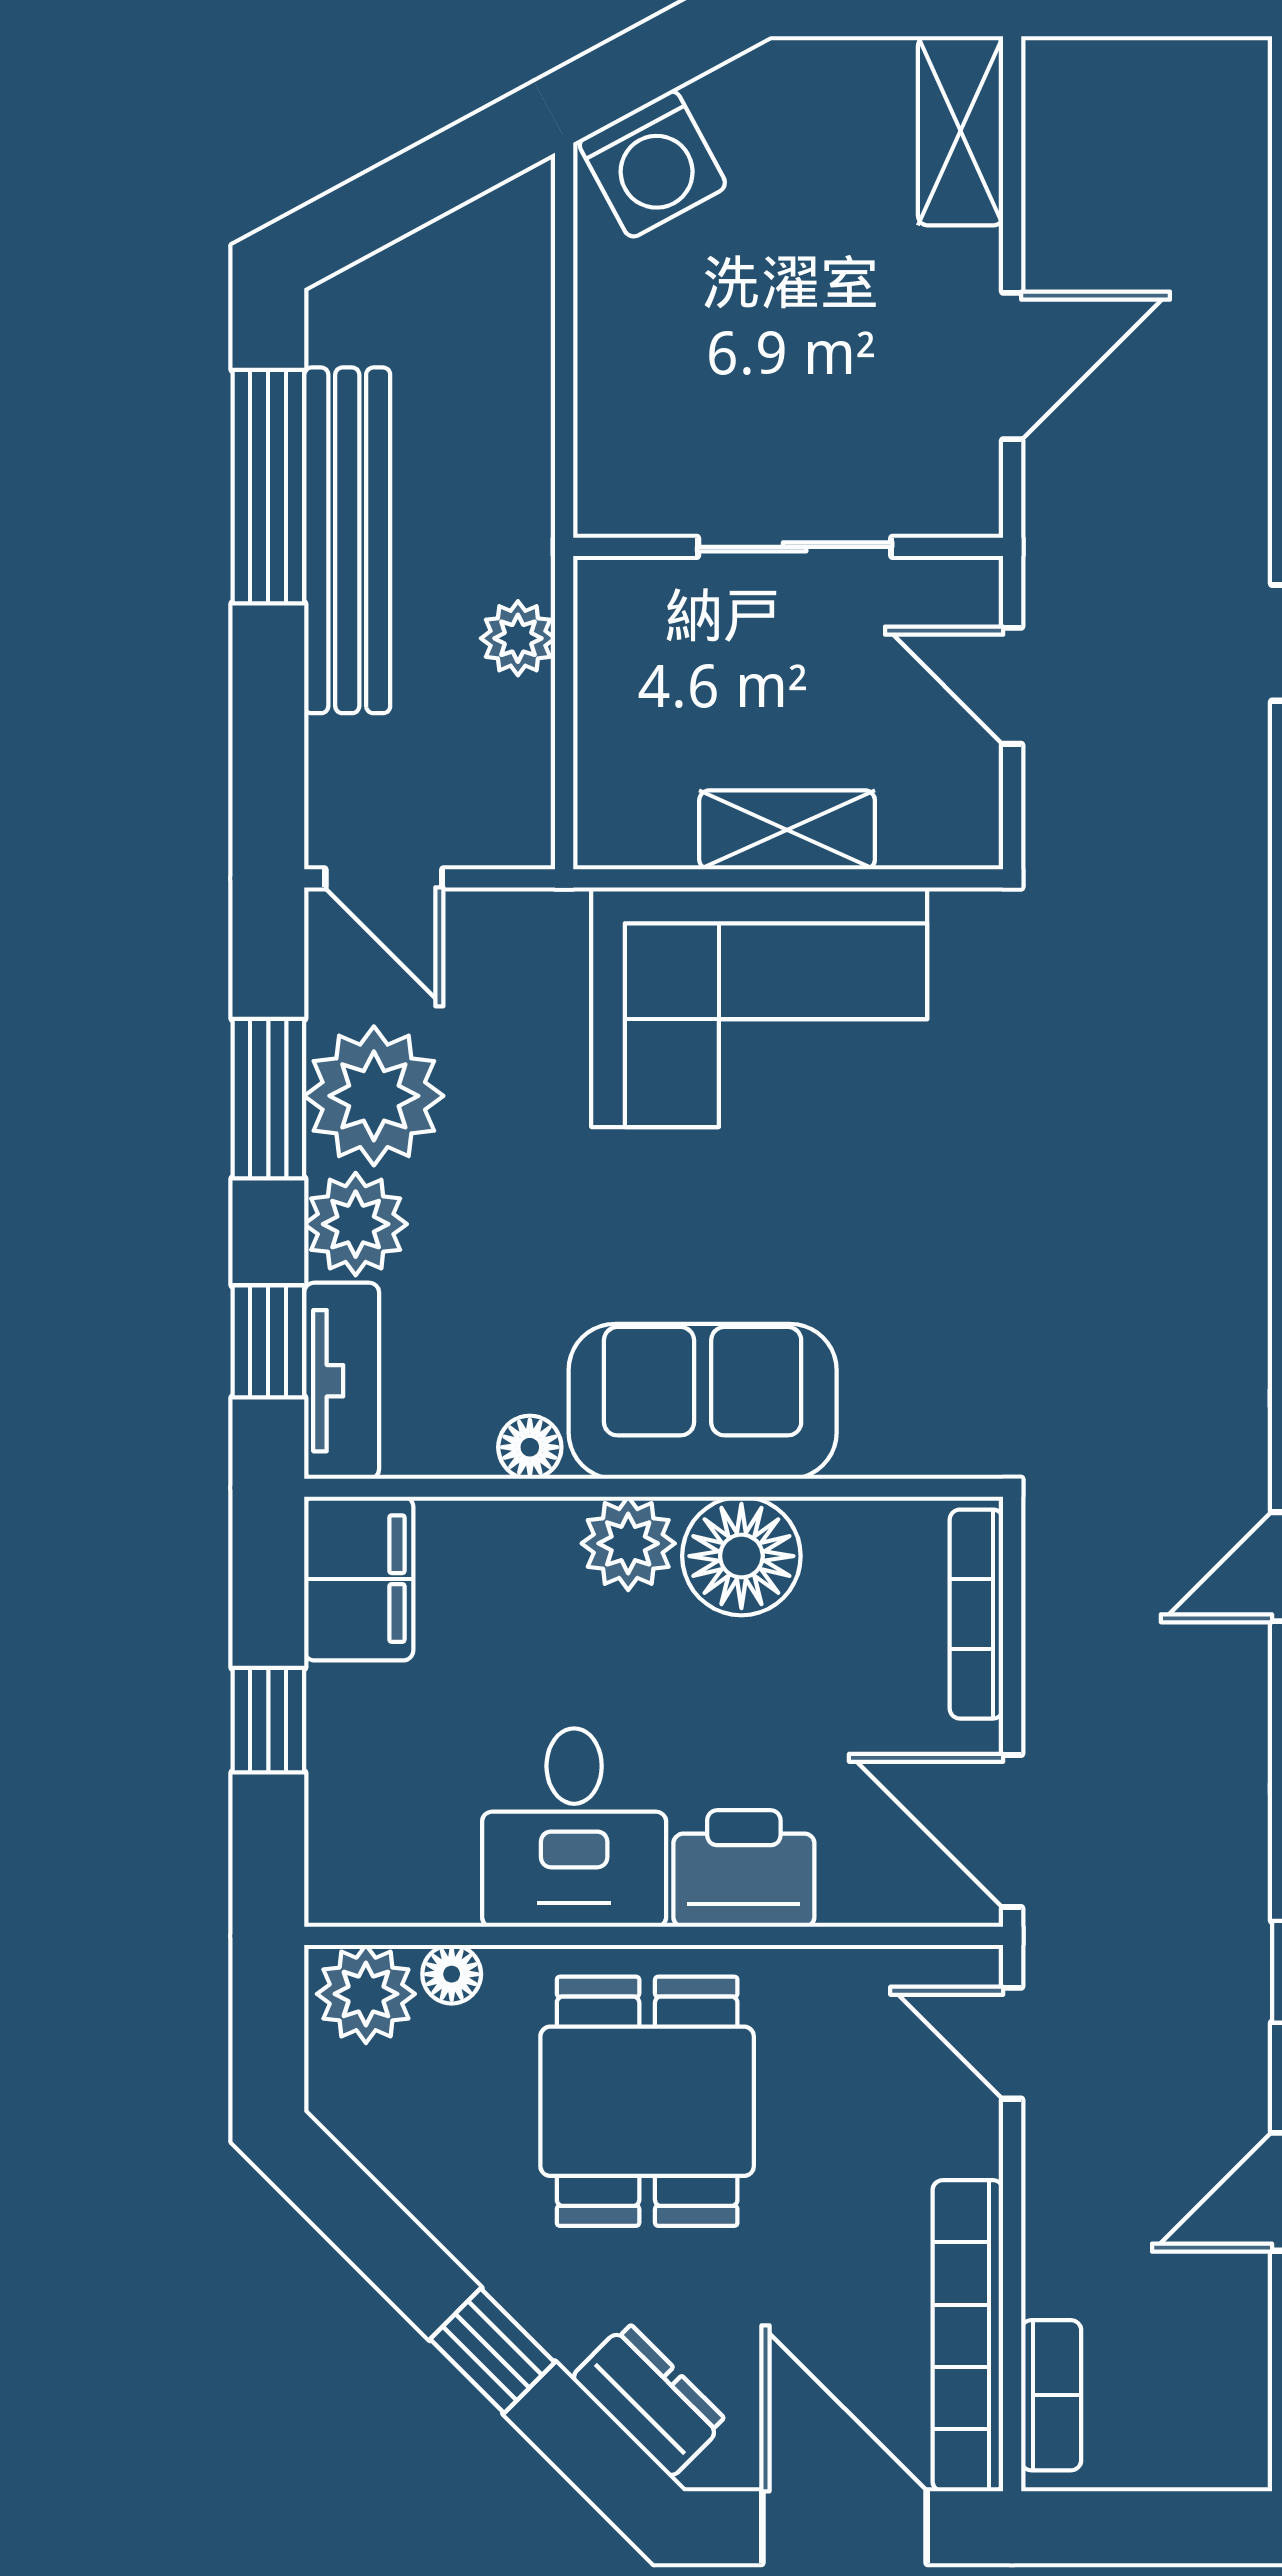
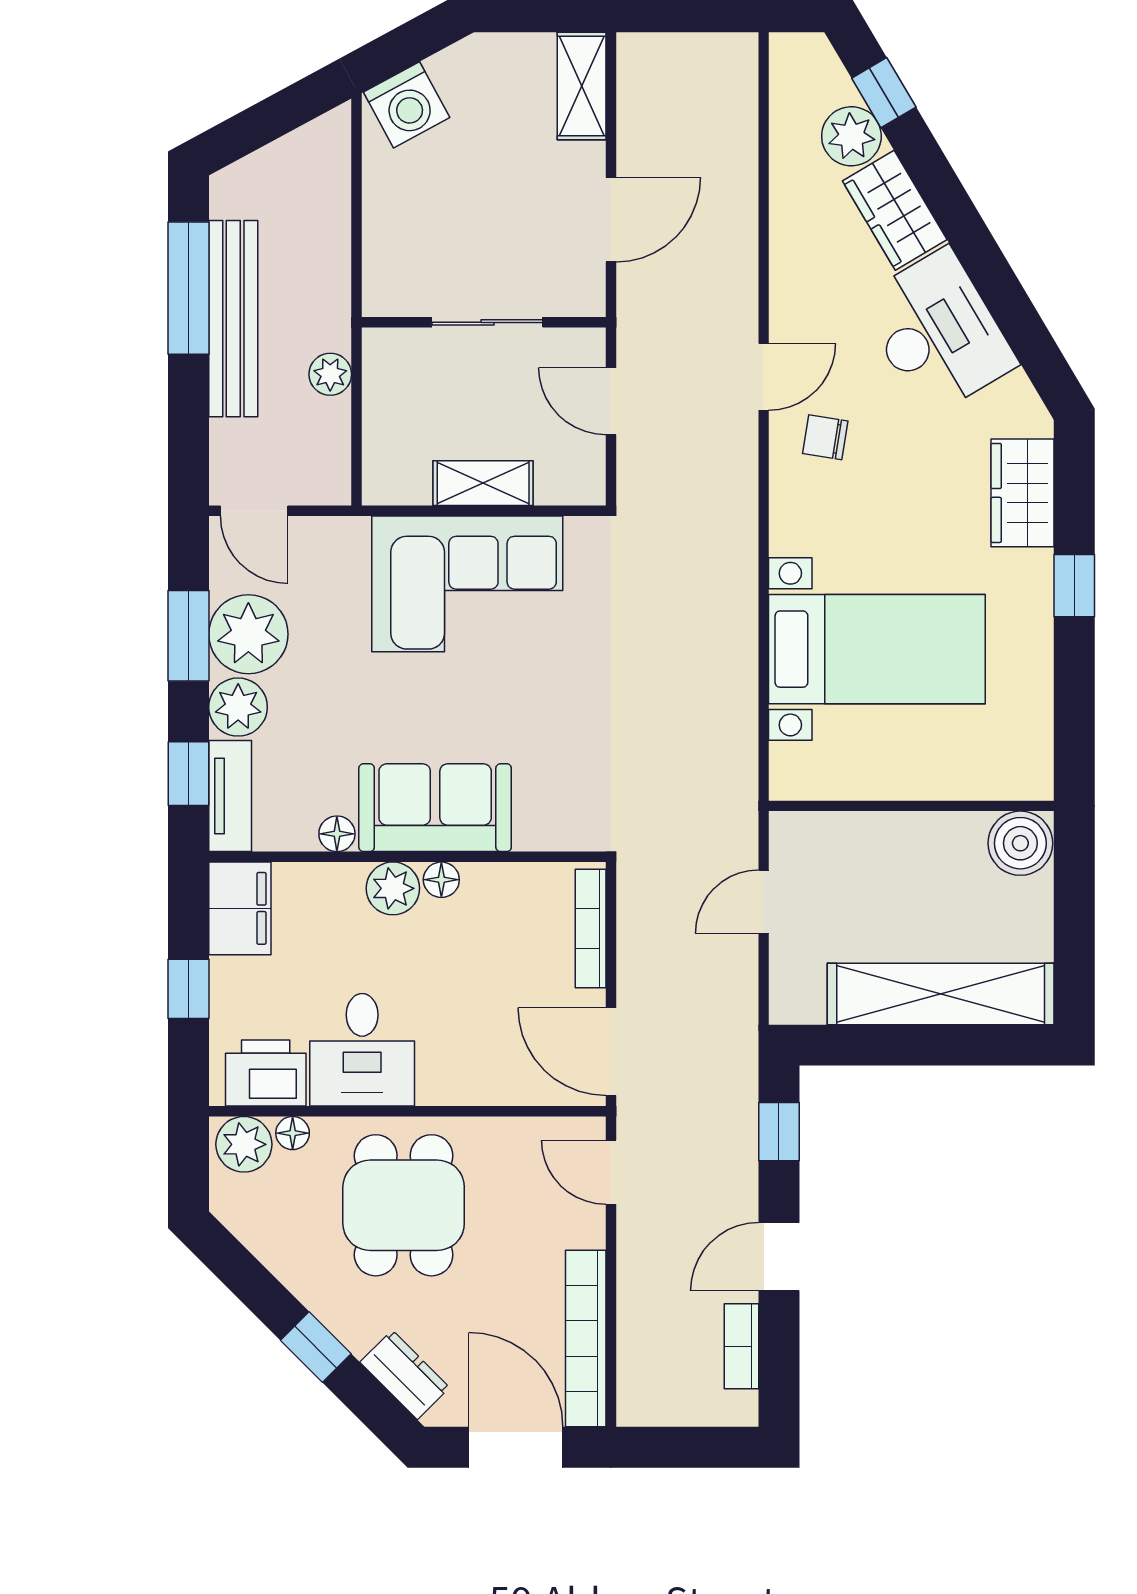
floor lamp: (741, 1556) -> (441, 880), width x0.53, depth x0.53
printer: (744, 1869) -> (266, 1073), moved
bookcase: (1051, 2395) -> (742, 1346), moved, turned 180

